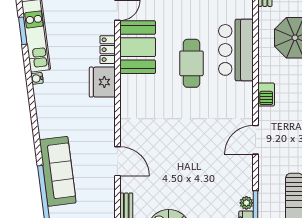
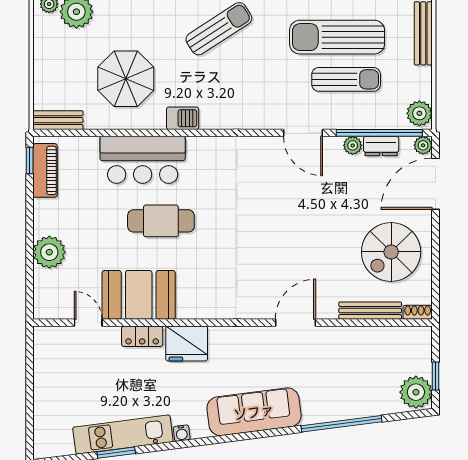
barbecue: (266, 94) -> (183, 118), moved
door: (256, 140) -> (303, 133), moved
sofa: (58, 171) -> (254, 412), moved

